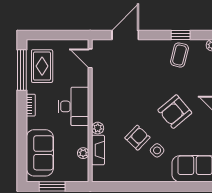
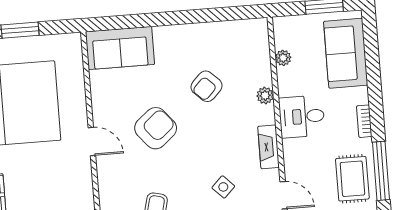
desk: (74, 106) -> (302, 117), width x0.73
fireplace: (98, 150) -> (269, 147), moved
side table: (157, 150) -> (223, 187), moved

